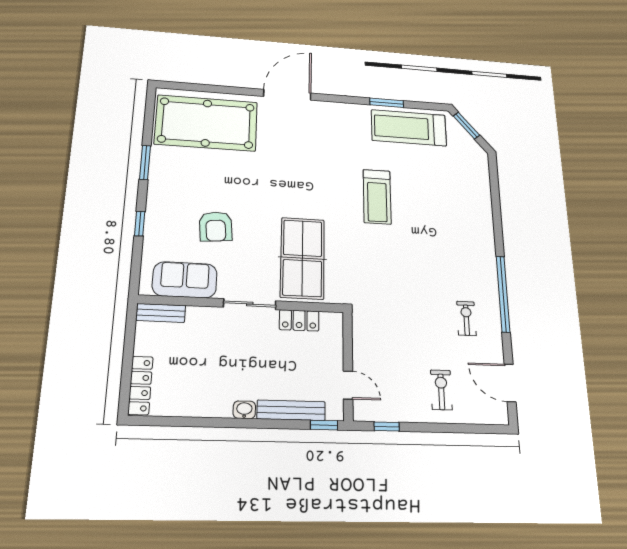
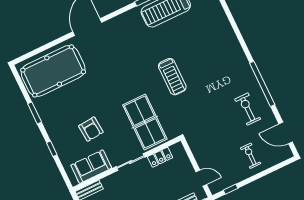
treadmill: (377, 197) -> (172, 77), moved
exercise bike: (466, 318) -> (248, 109), width x1.38, depth x1.39

